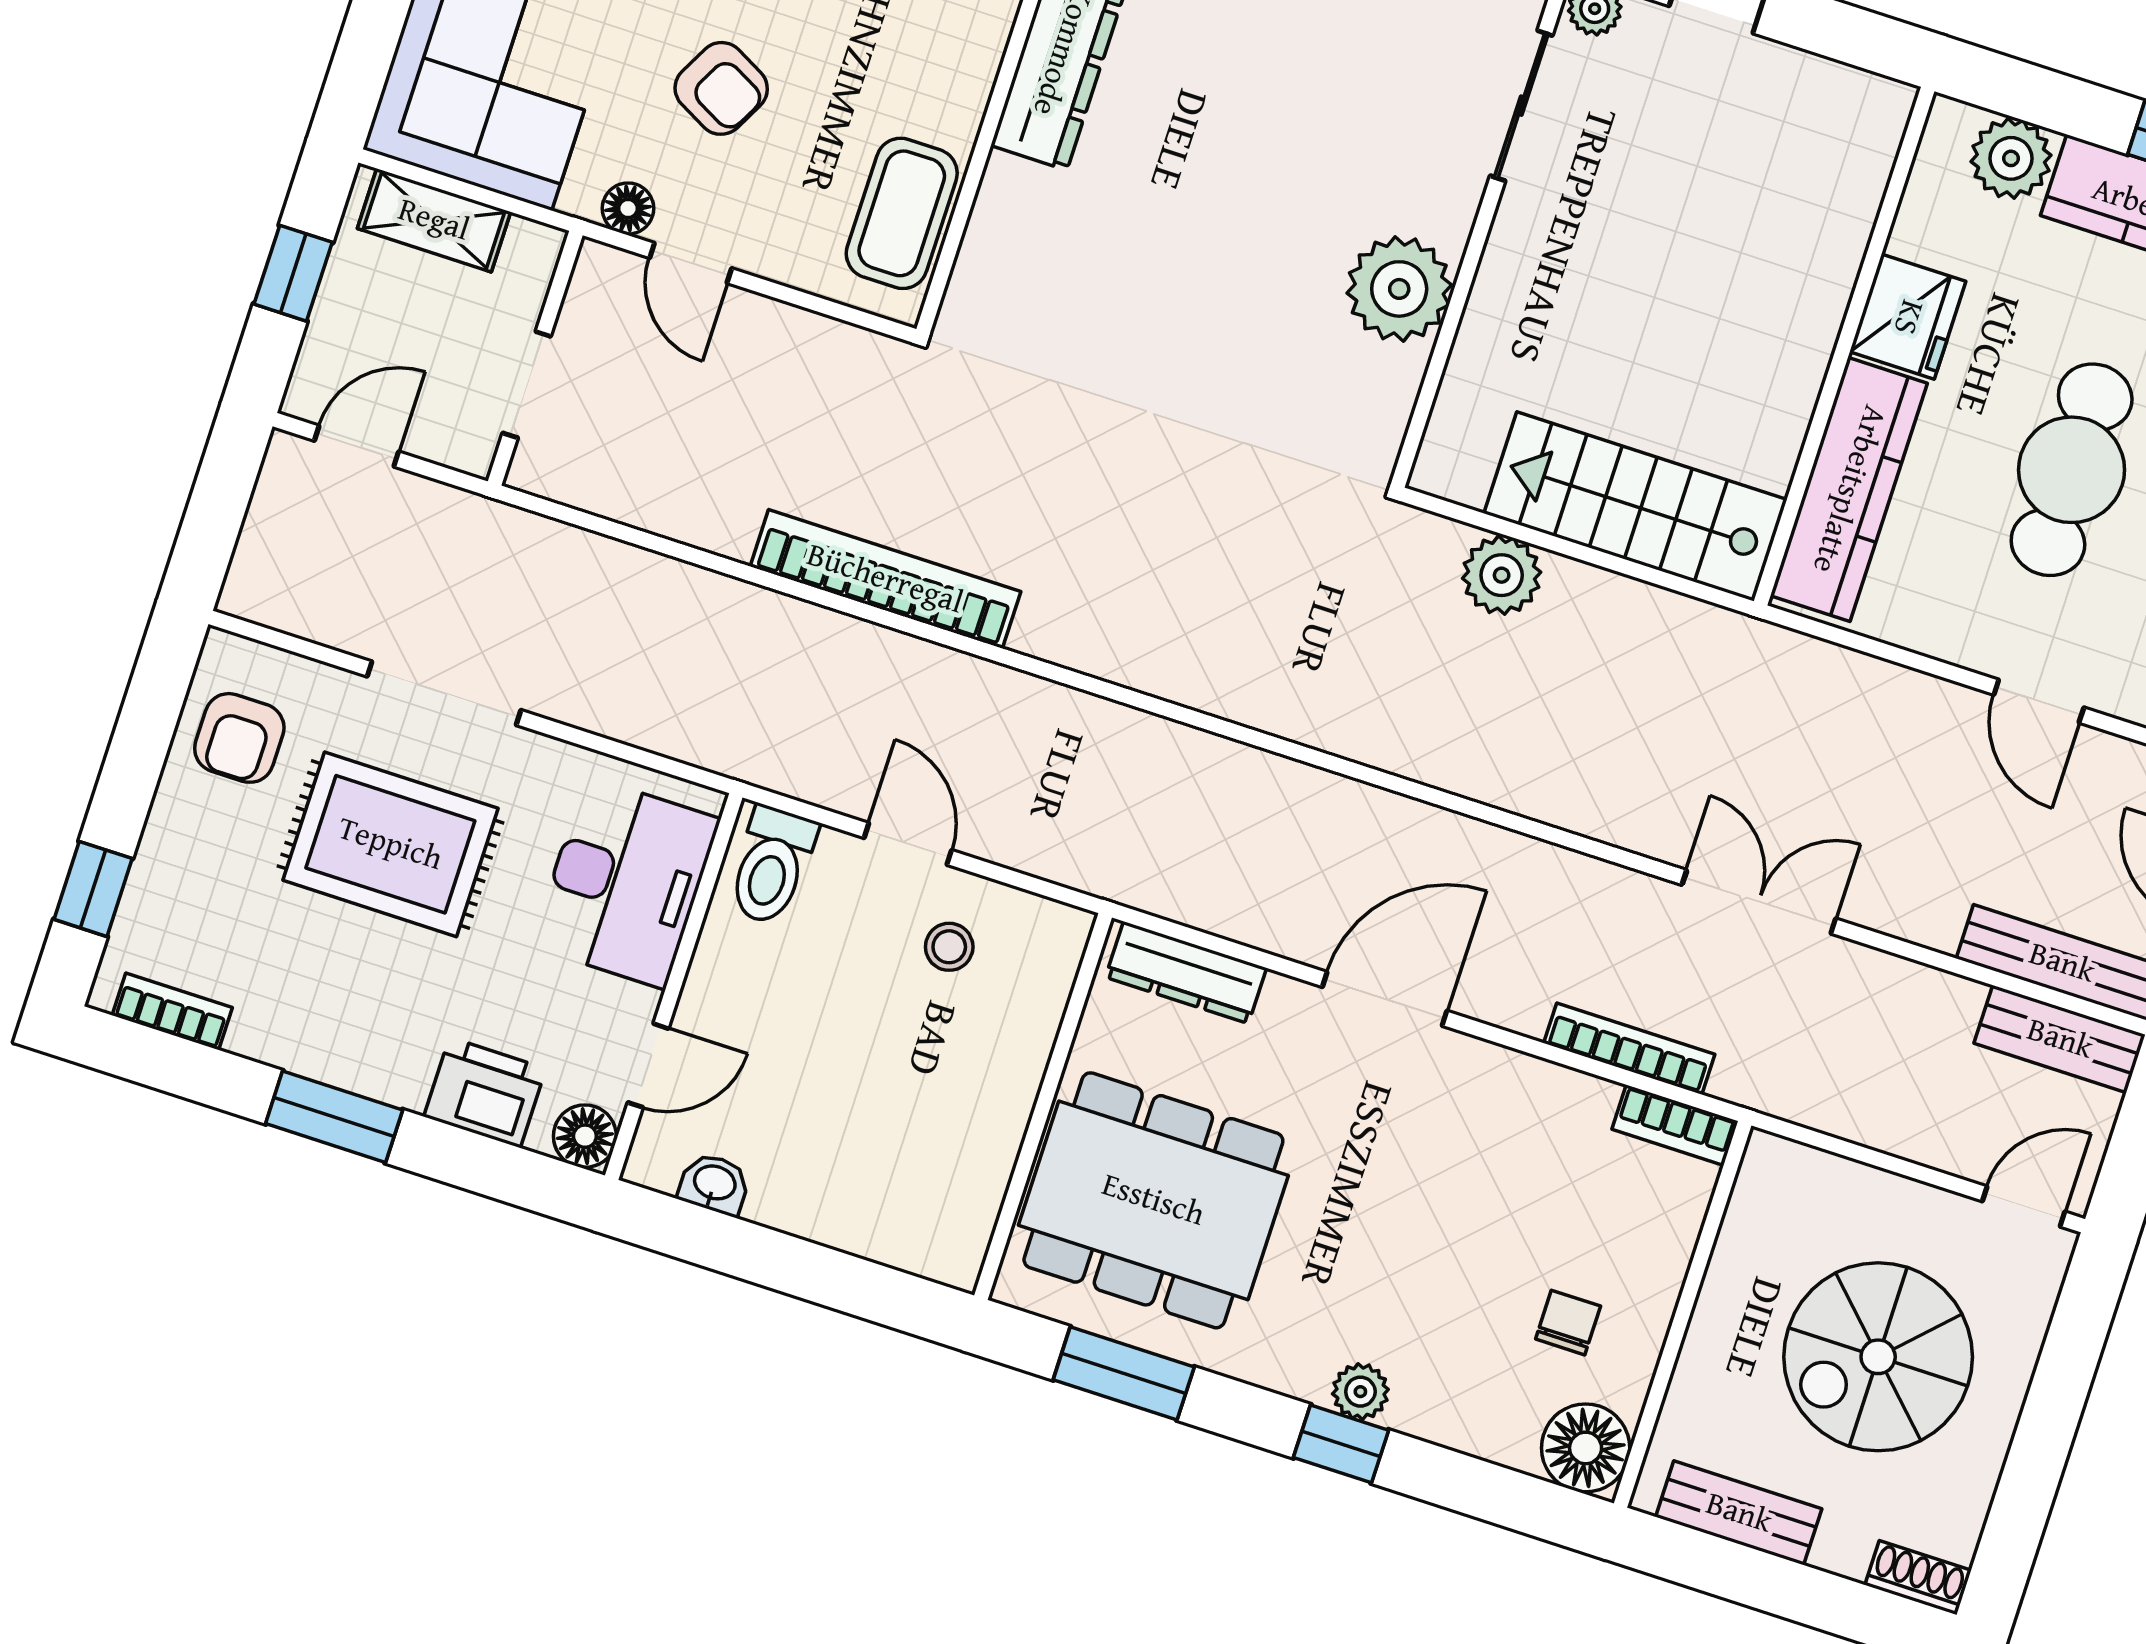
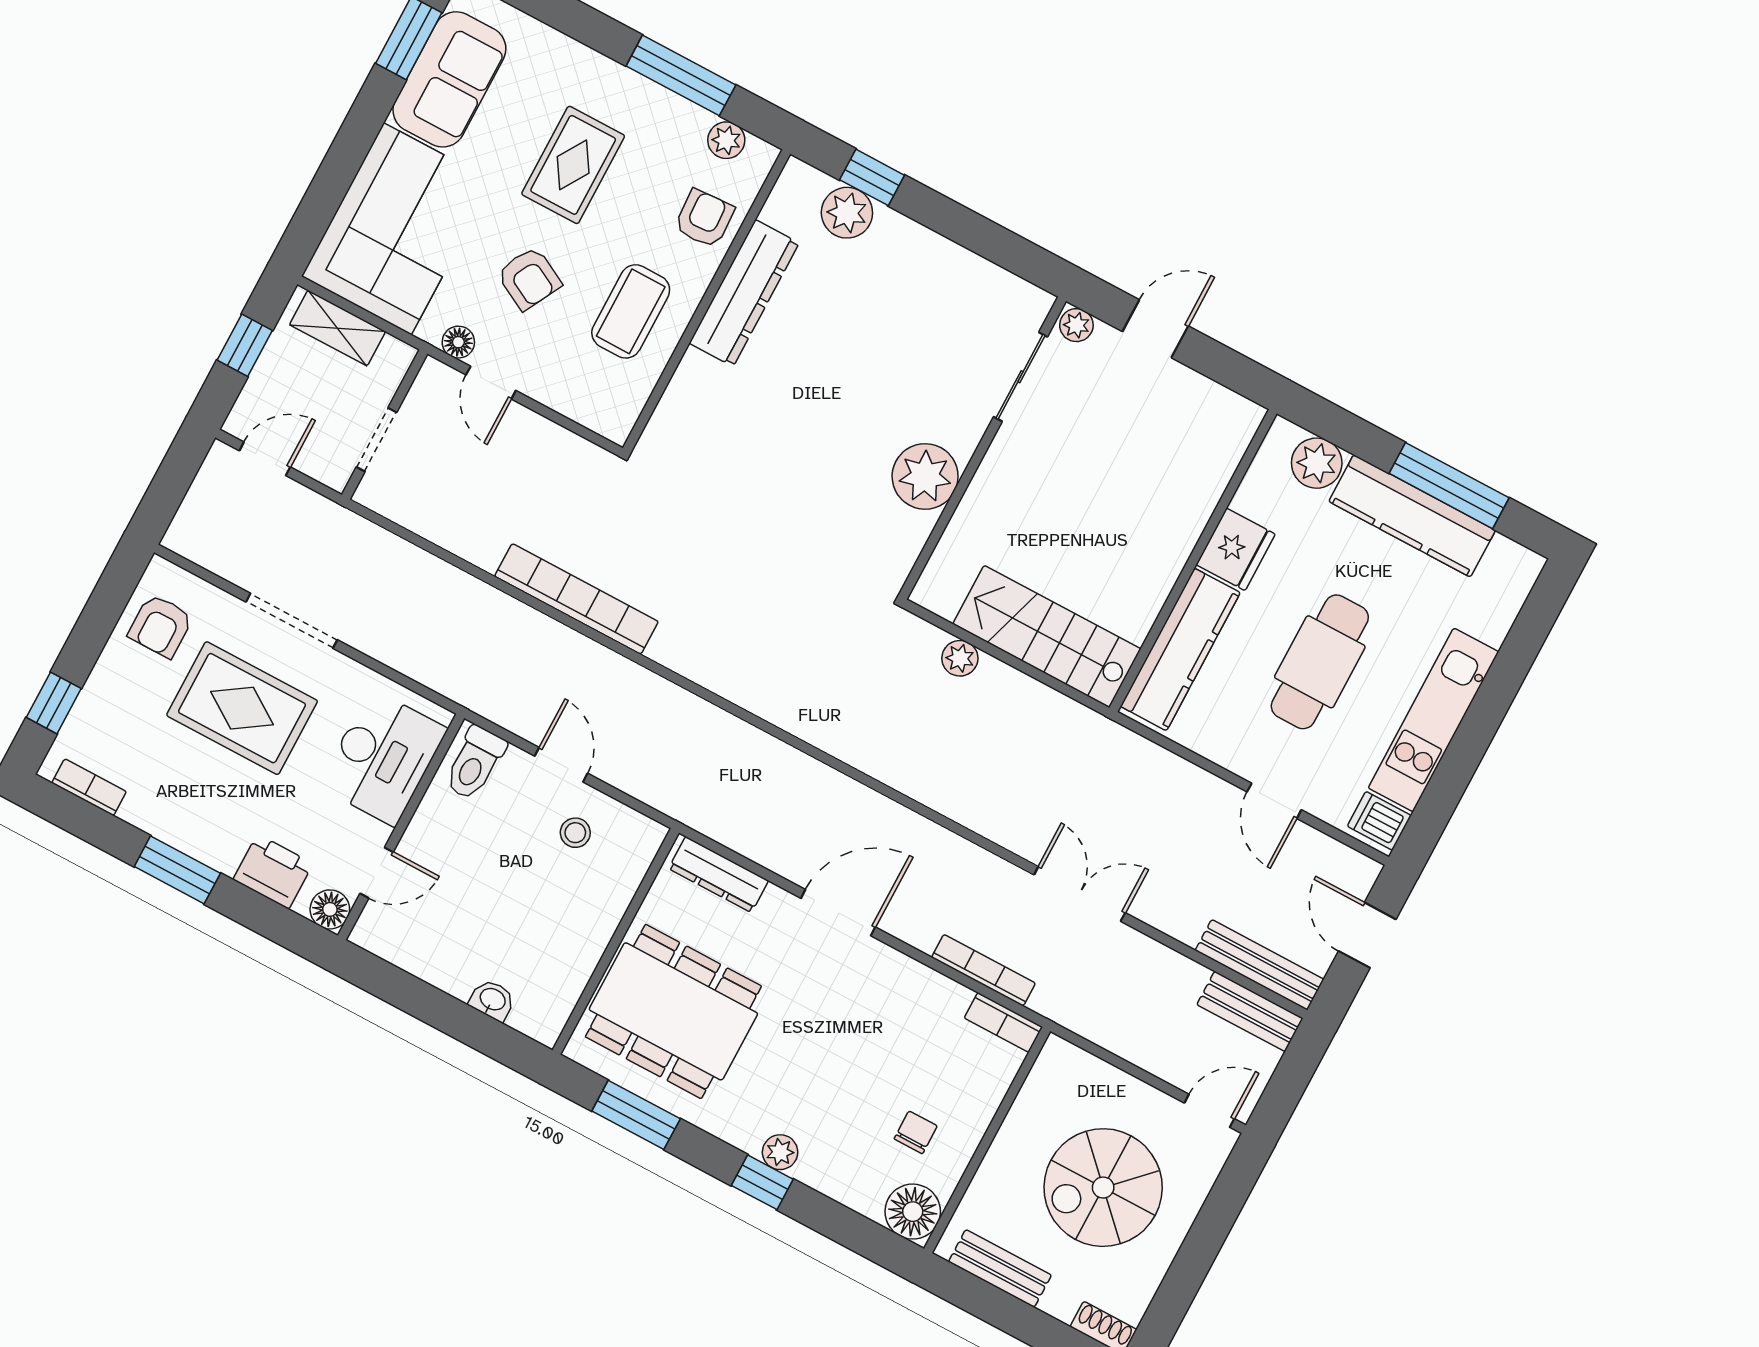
coffee table: (902, 213) -> (631, 311), moved
plant: (1502, 575) -> (960, 658), width x0.73, depth x0.73
washbasin: (714, 1184) -> (492, 1000), moved

